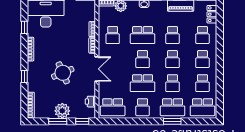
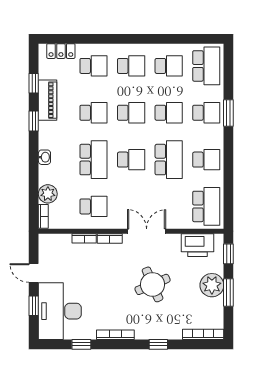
printer: (90, 102) -> (197, 245), width x1.87, depth x1.48
school desk: (173, 107) -> (206, 113), width x0.54

